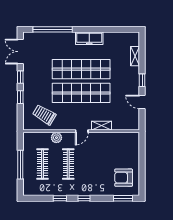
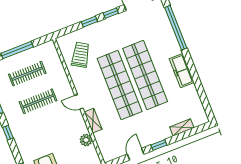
plant: (56, 138) -> (86, 140), moved

